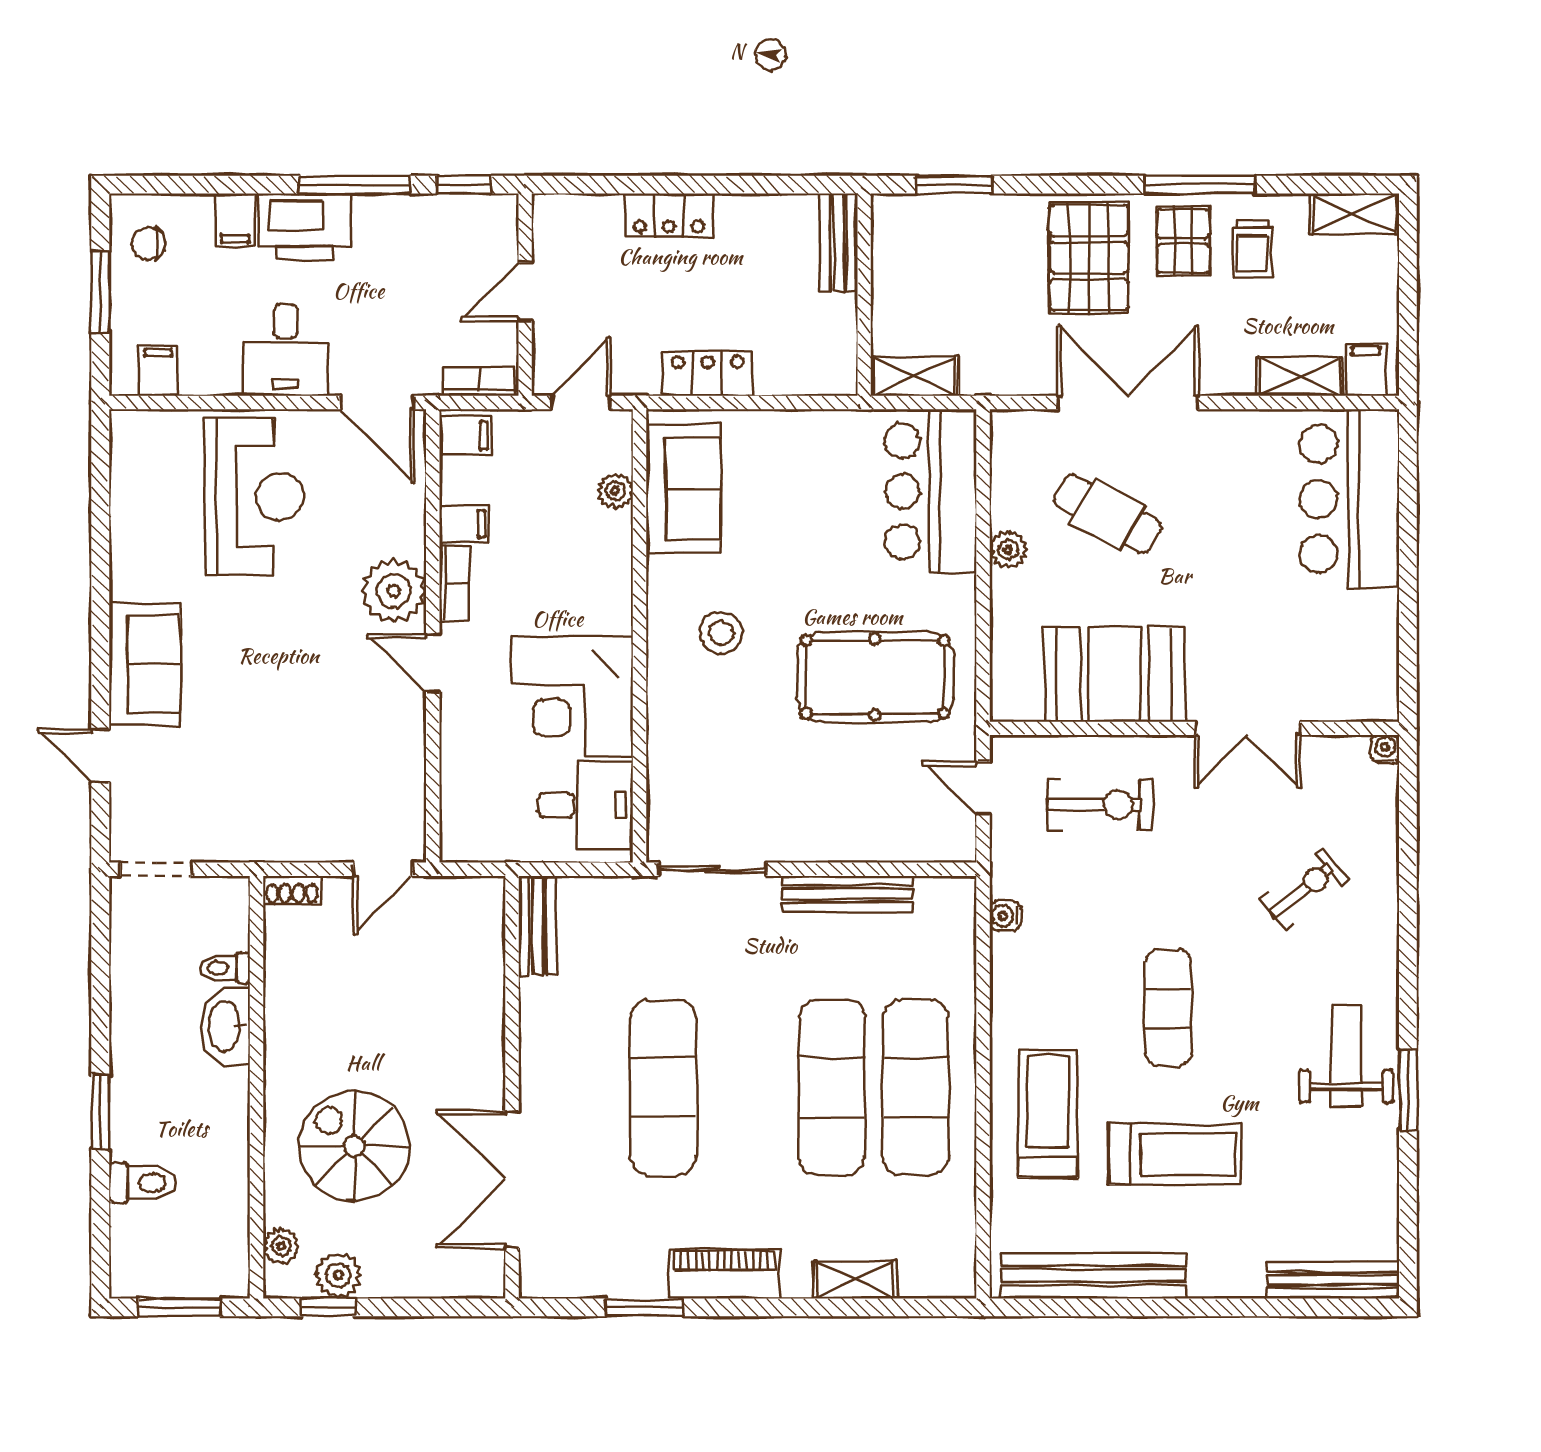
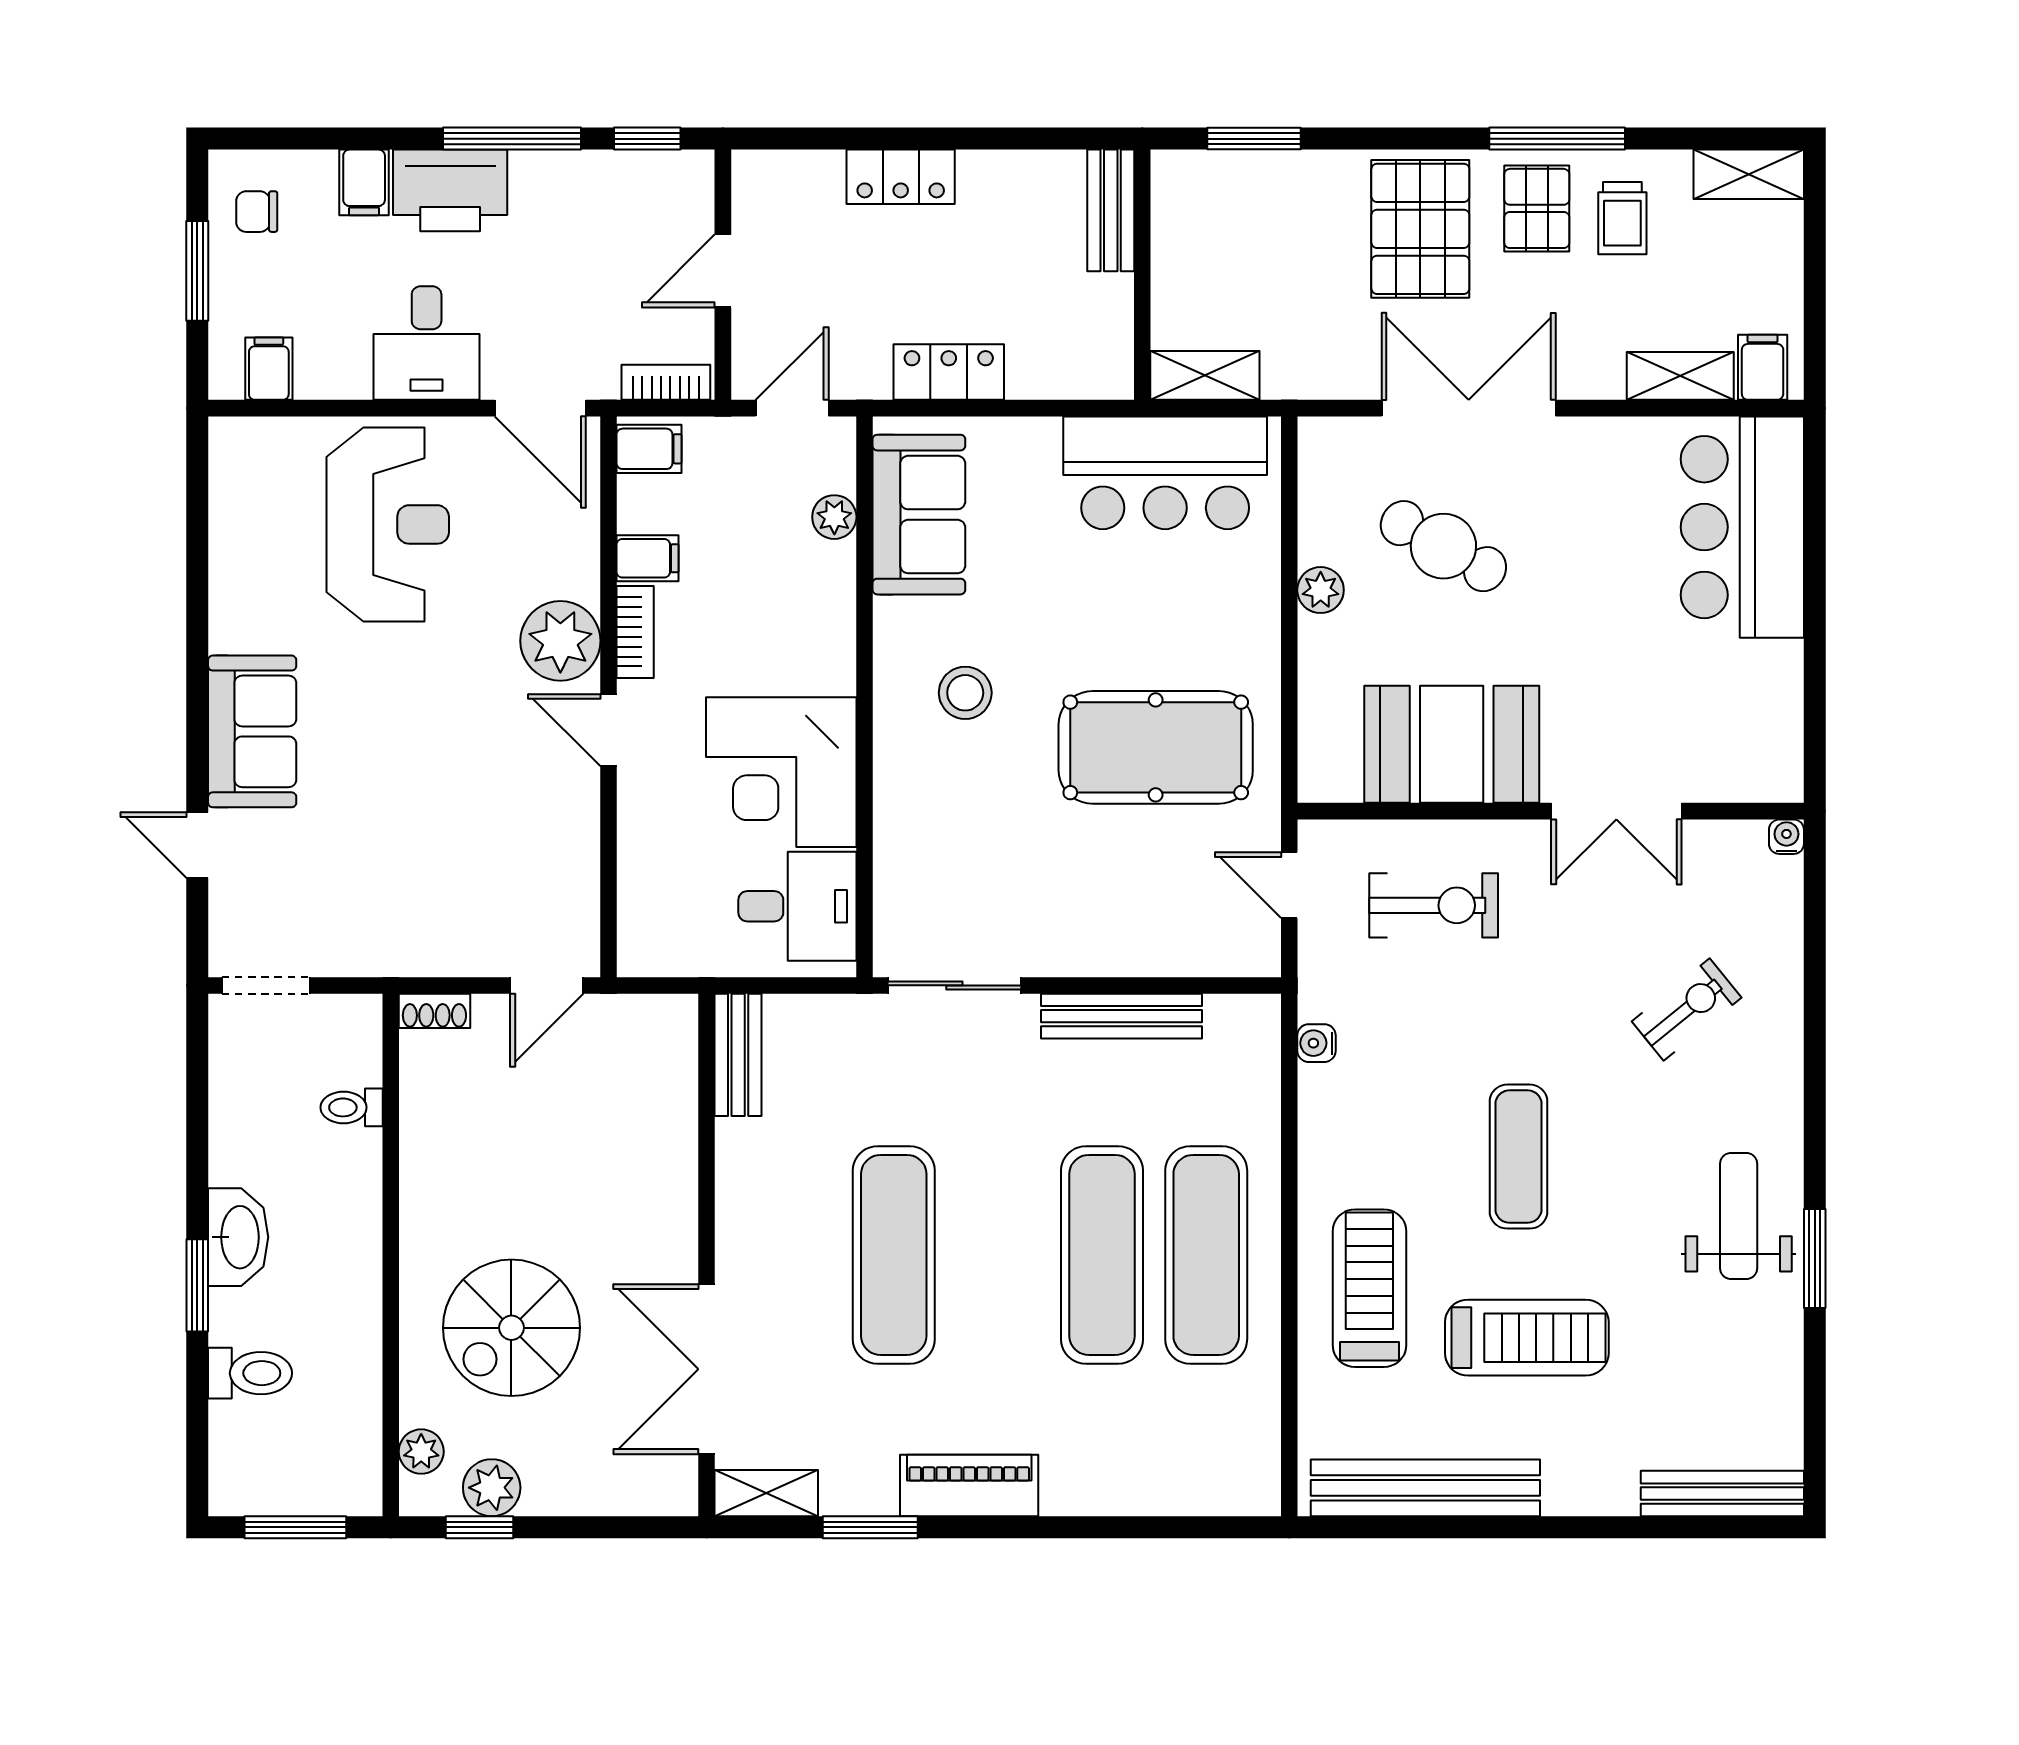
bar counter: (931, 491) -> (1165, 473), moved, turned -90
washbasin: (226, 1027) -> (238, 1237), moved, turned 180
spiral stairs: (354, 1146) -> (511, 1328), turned -90
shelving: (855, 1280) -> (766, 1493), moved

